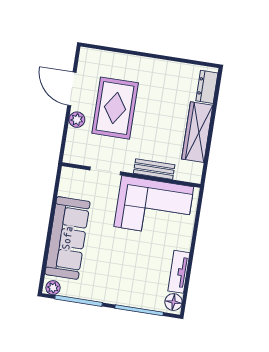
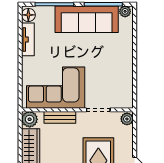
plant: (77, 120) -> (127, 119), moved
plant: (192, 172) -> (30, 119), added
sofa: (67, 238) -> (87, 19), moved, turned -90

